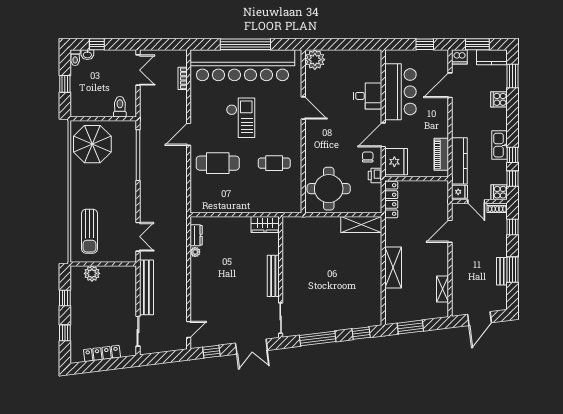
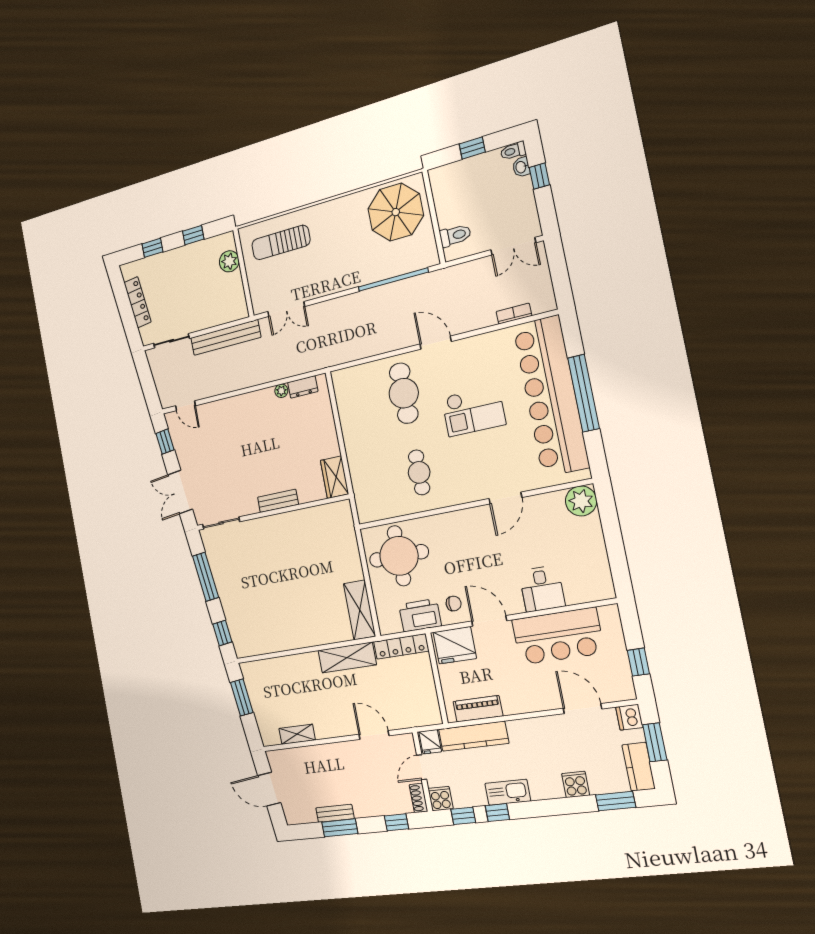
printer: (375, 175) -> (420, 615), width x1.87, depth x1.48
shelving: (393, 268) -> (347, 658), moved
bench: (273, 276) -> (278, 501), width x0.73

